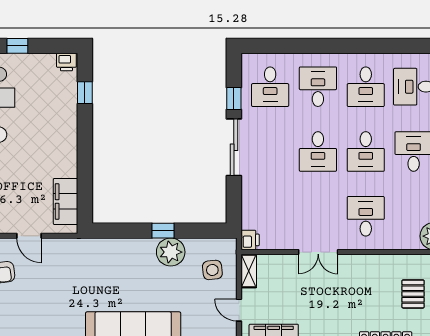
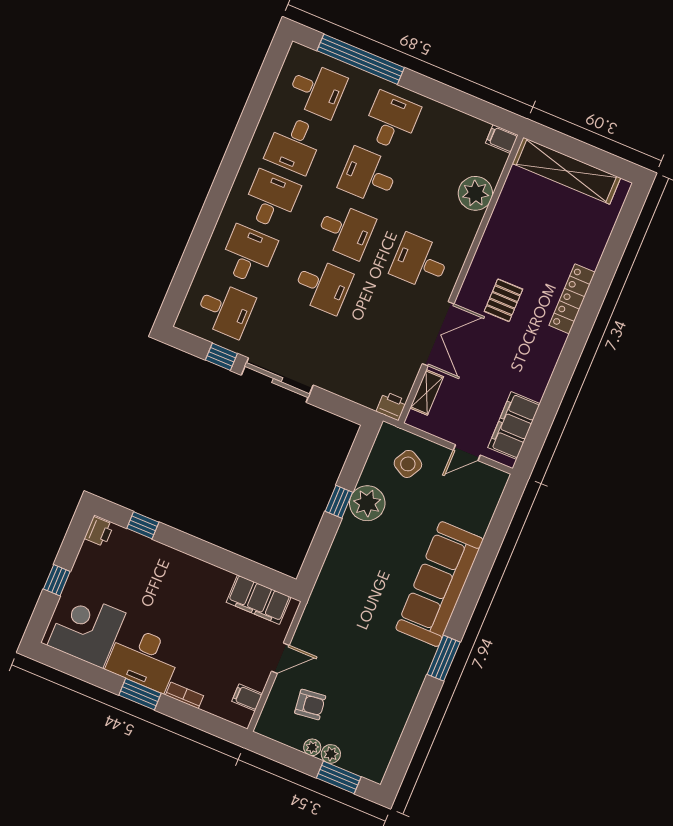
desk: (318, 87) -> (248, 255), turned 90
desk: (366, 87) -> (271, 200), turned -90
double door: (318, 252) -> (438, 334), width x1.37
side table: (212, 270) -> (408, 464), turned 35
shelving: (249, 271) -> (427, 392), moved, turned 90
pallet: (413, 294) -> (503, 300), moved, turned 90

